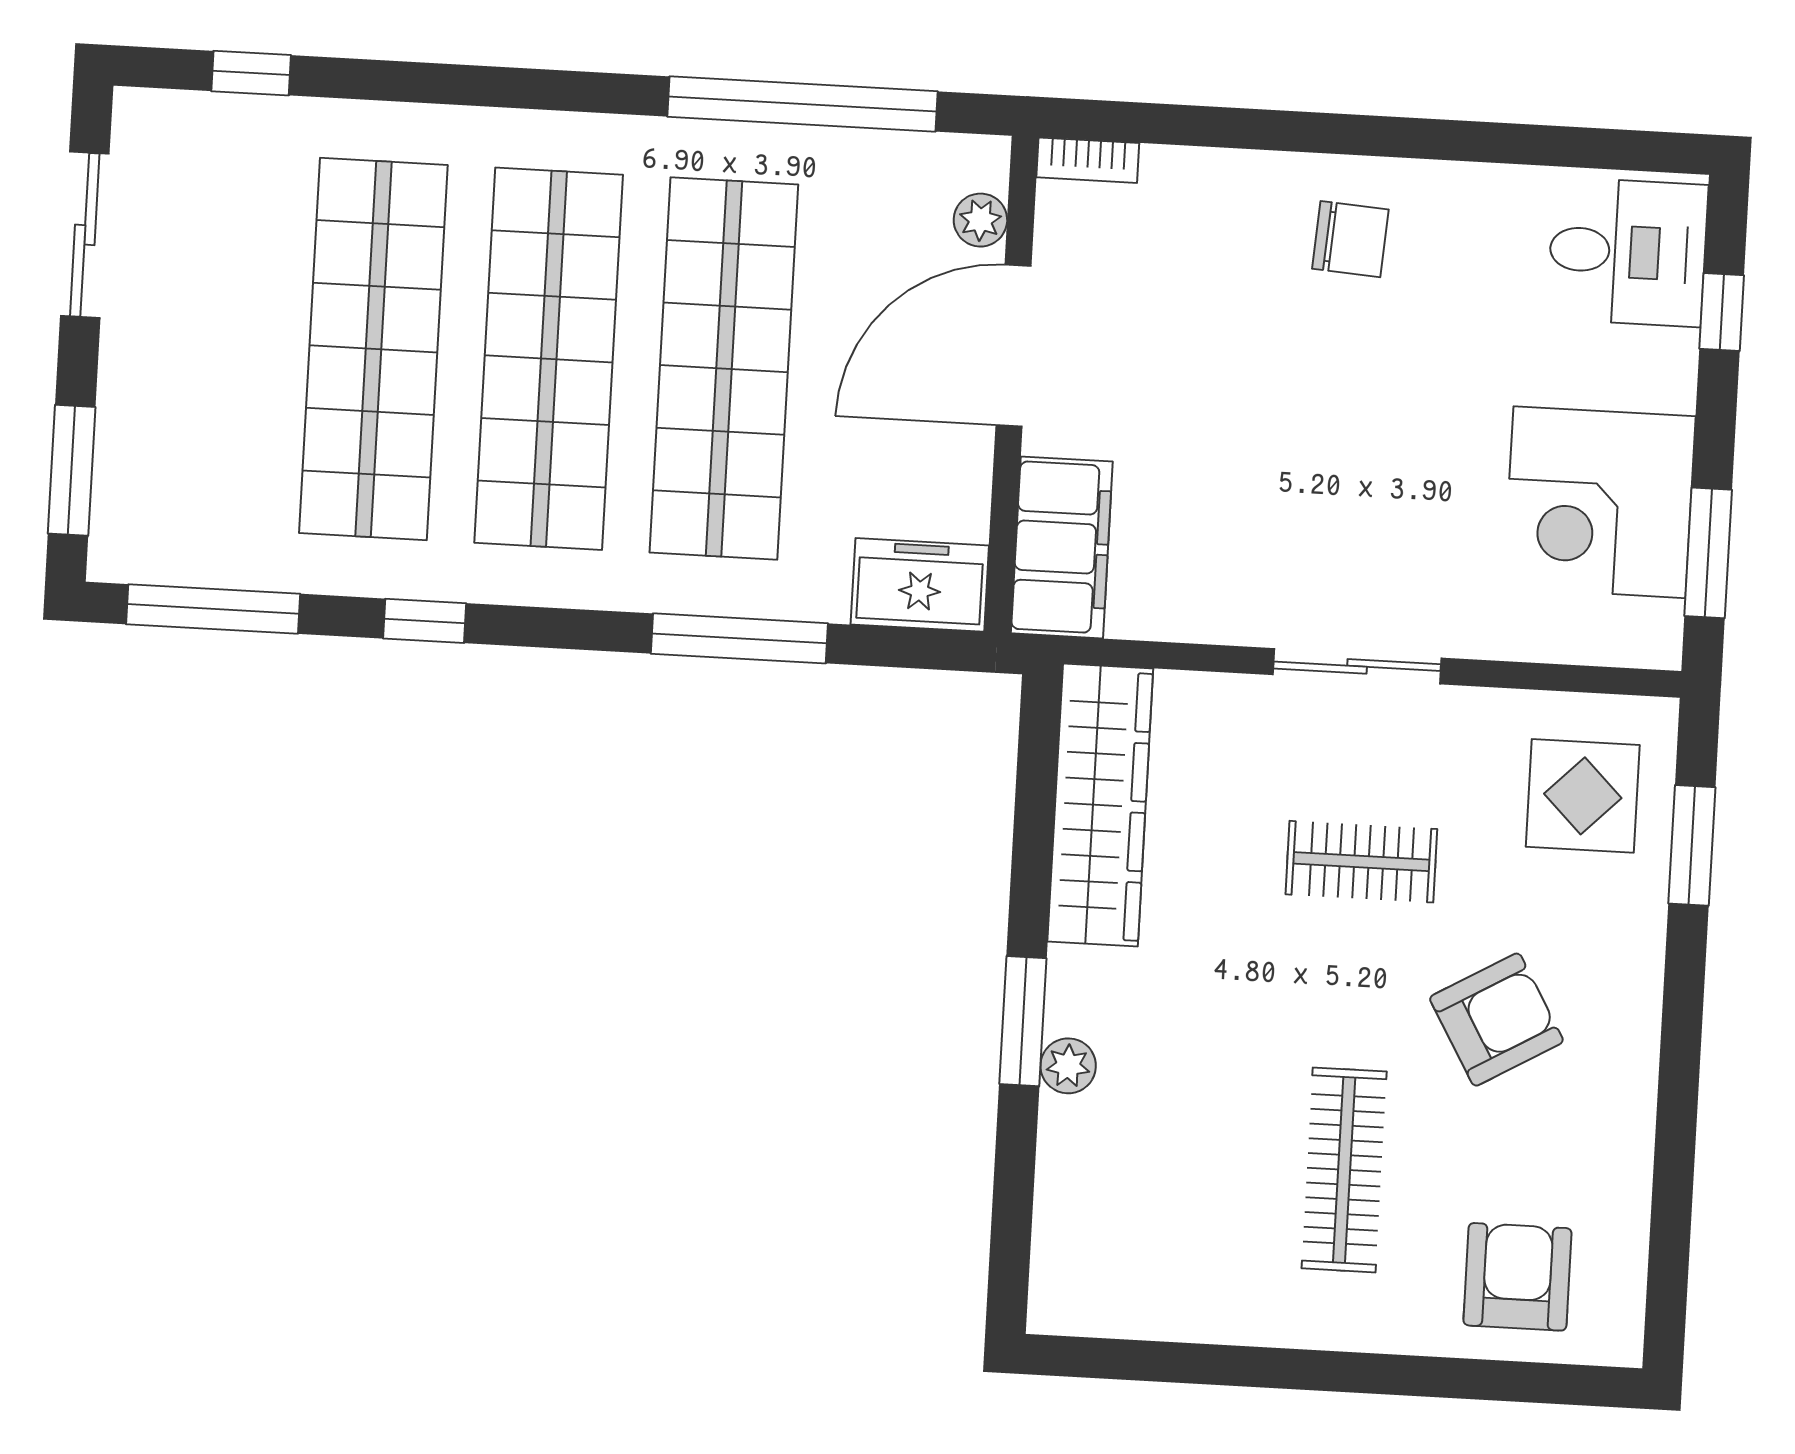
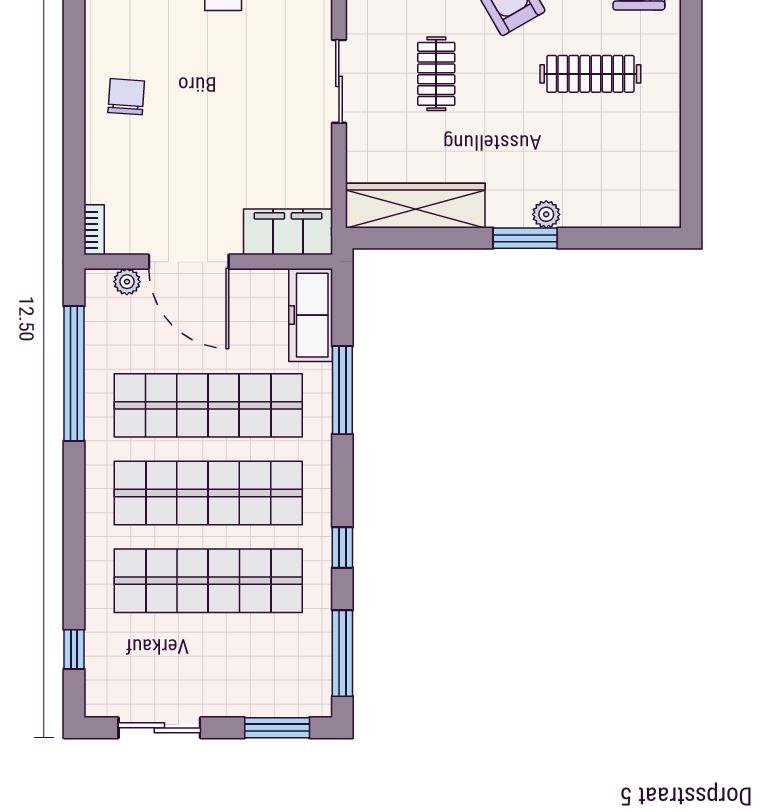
freezer: (920, 585) -> (311, 315), width x1.40

